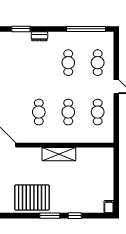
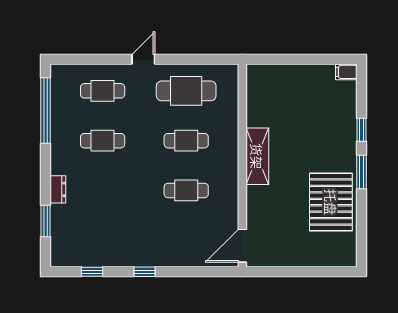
cafe table: (98, 112) -> (186, 91), width x1.37, depth x1.35

